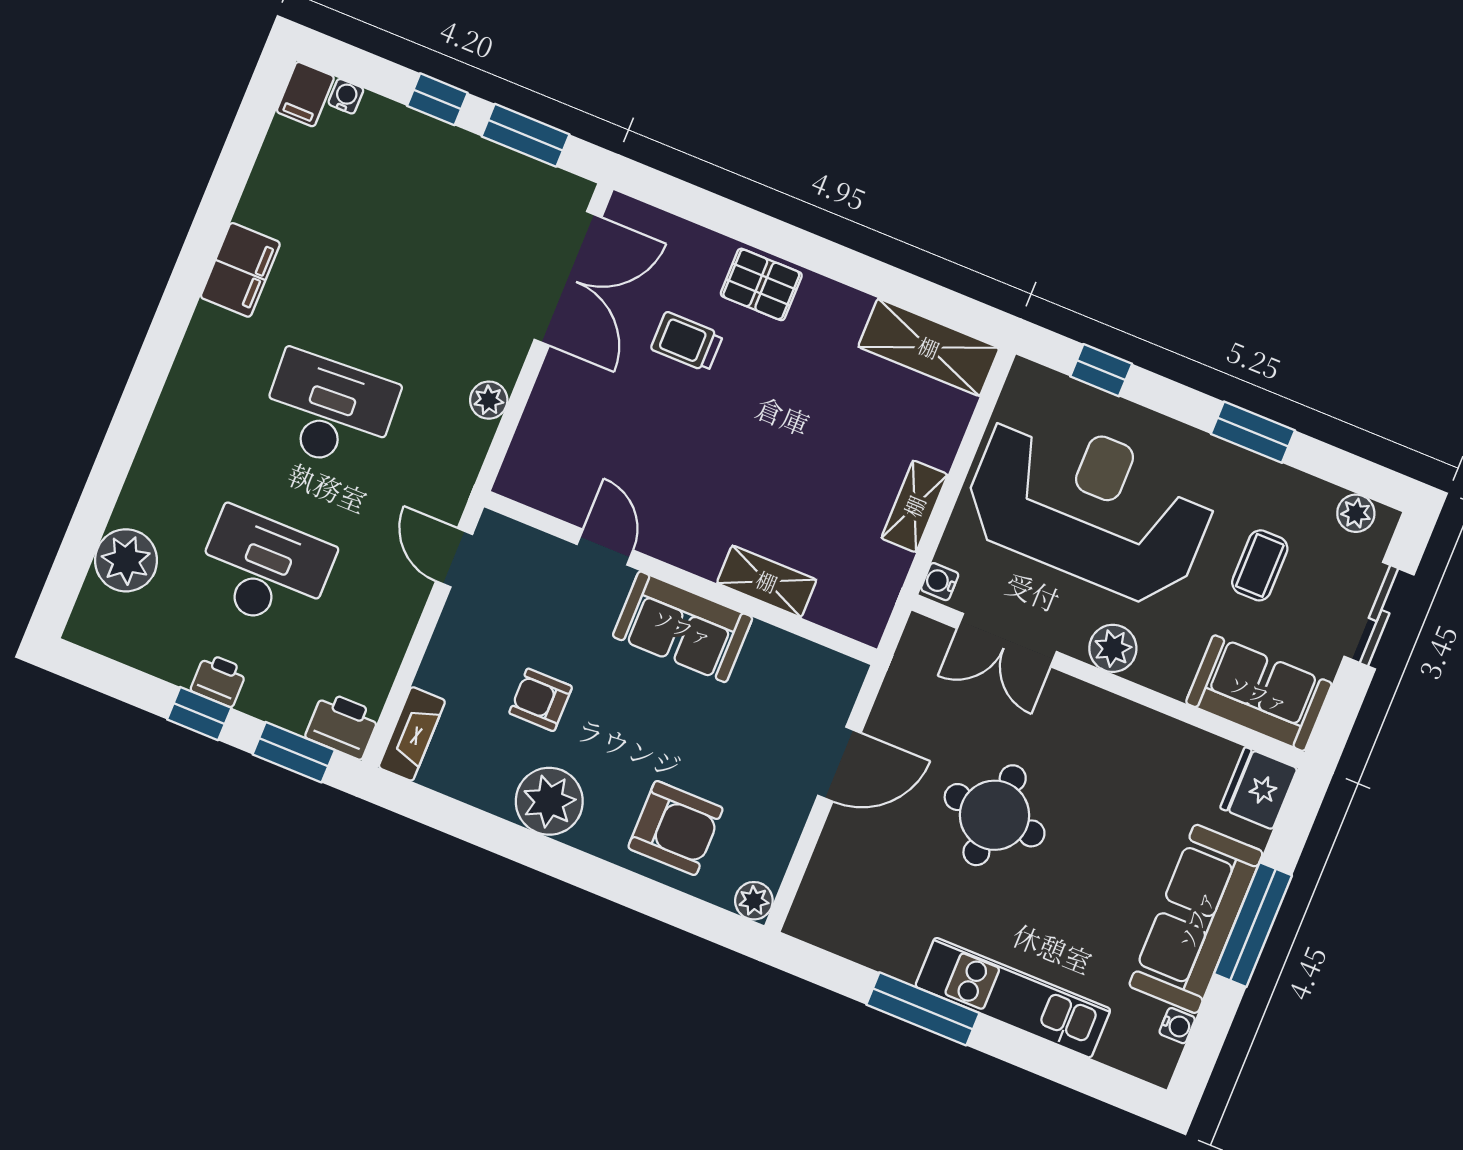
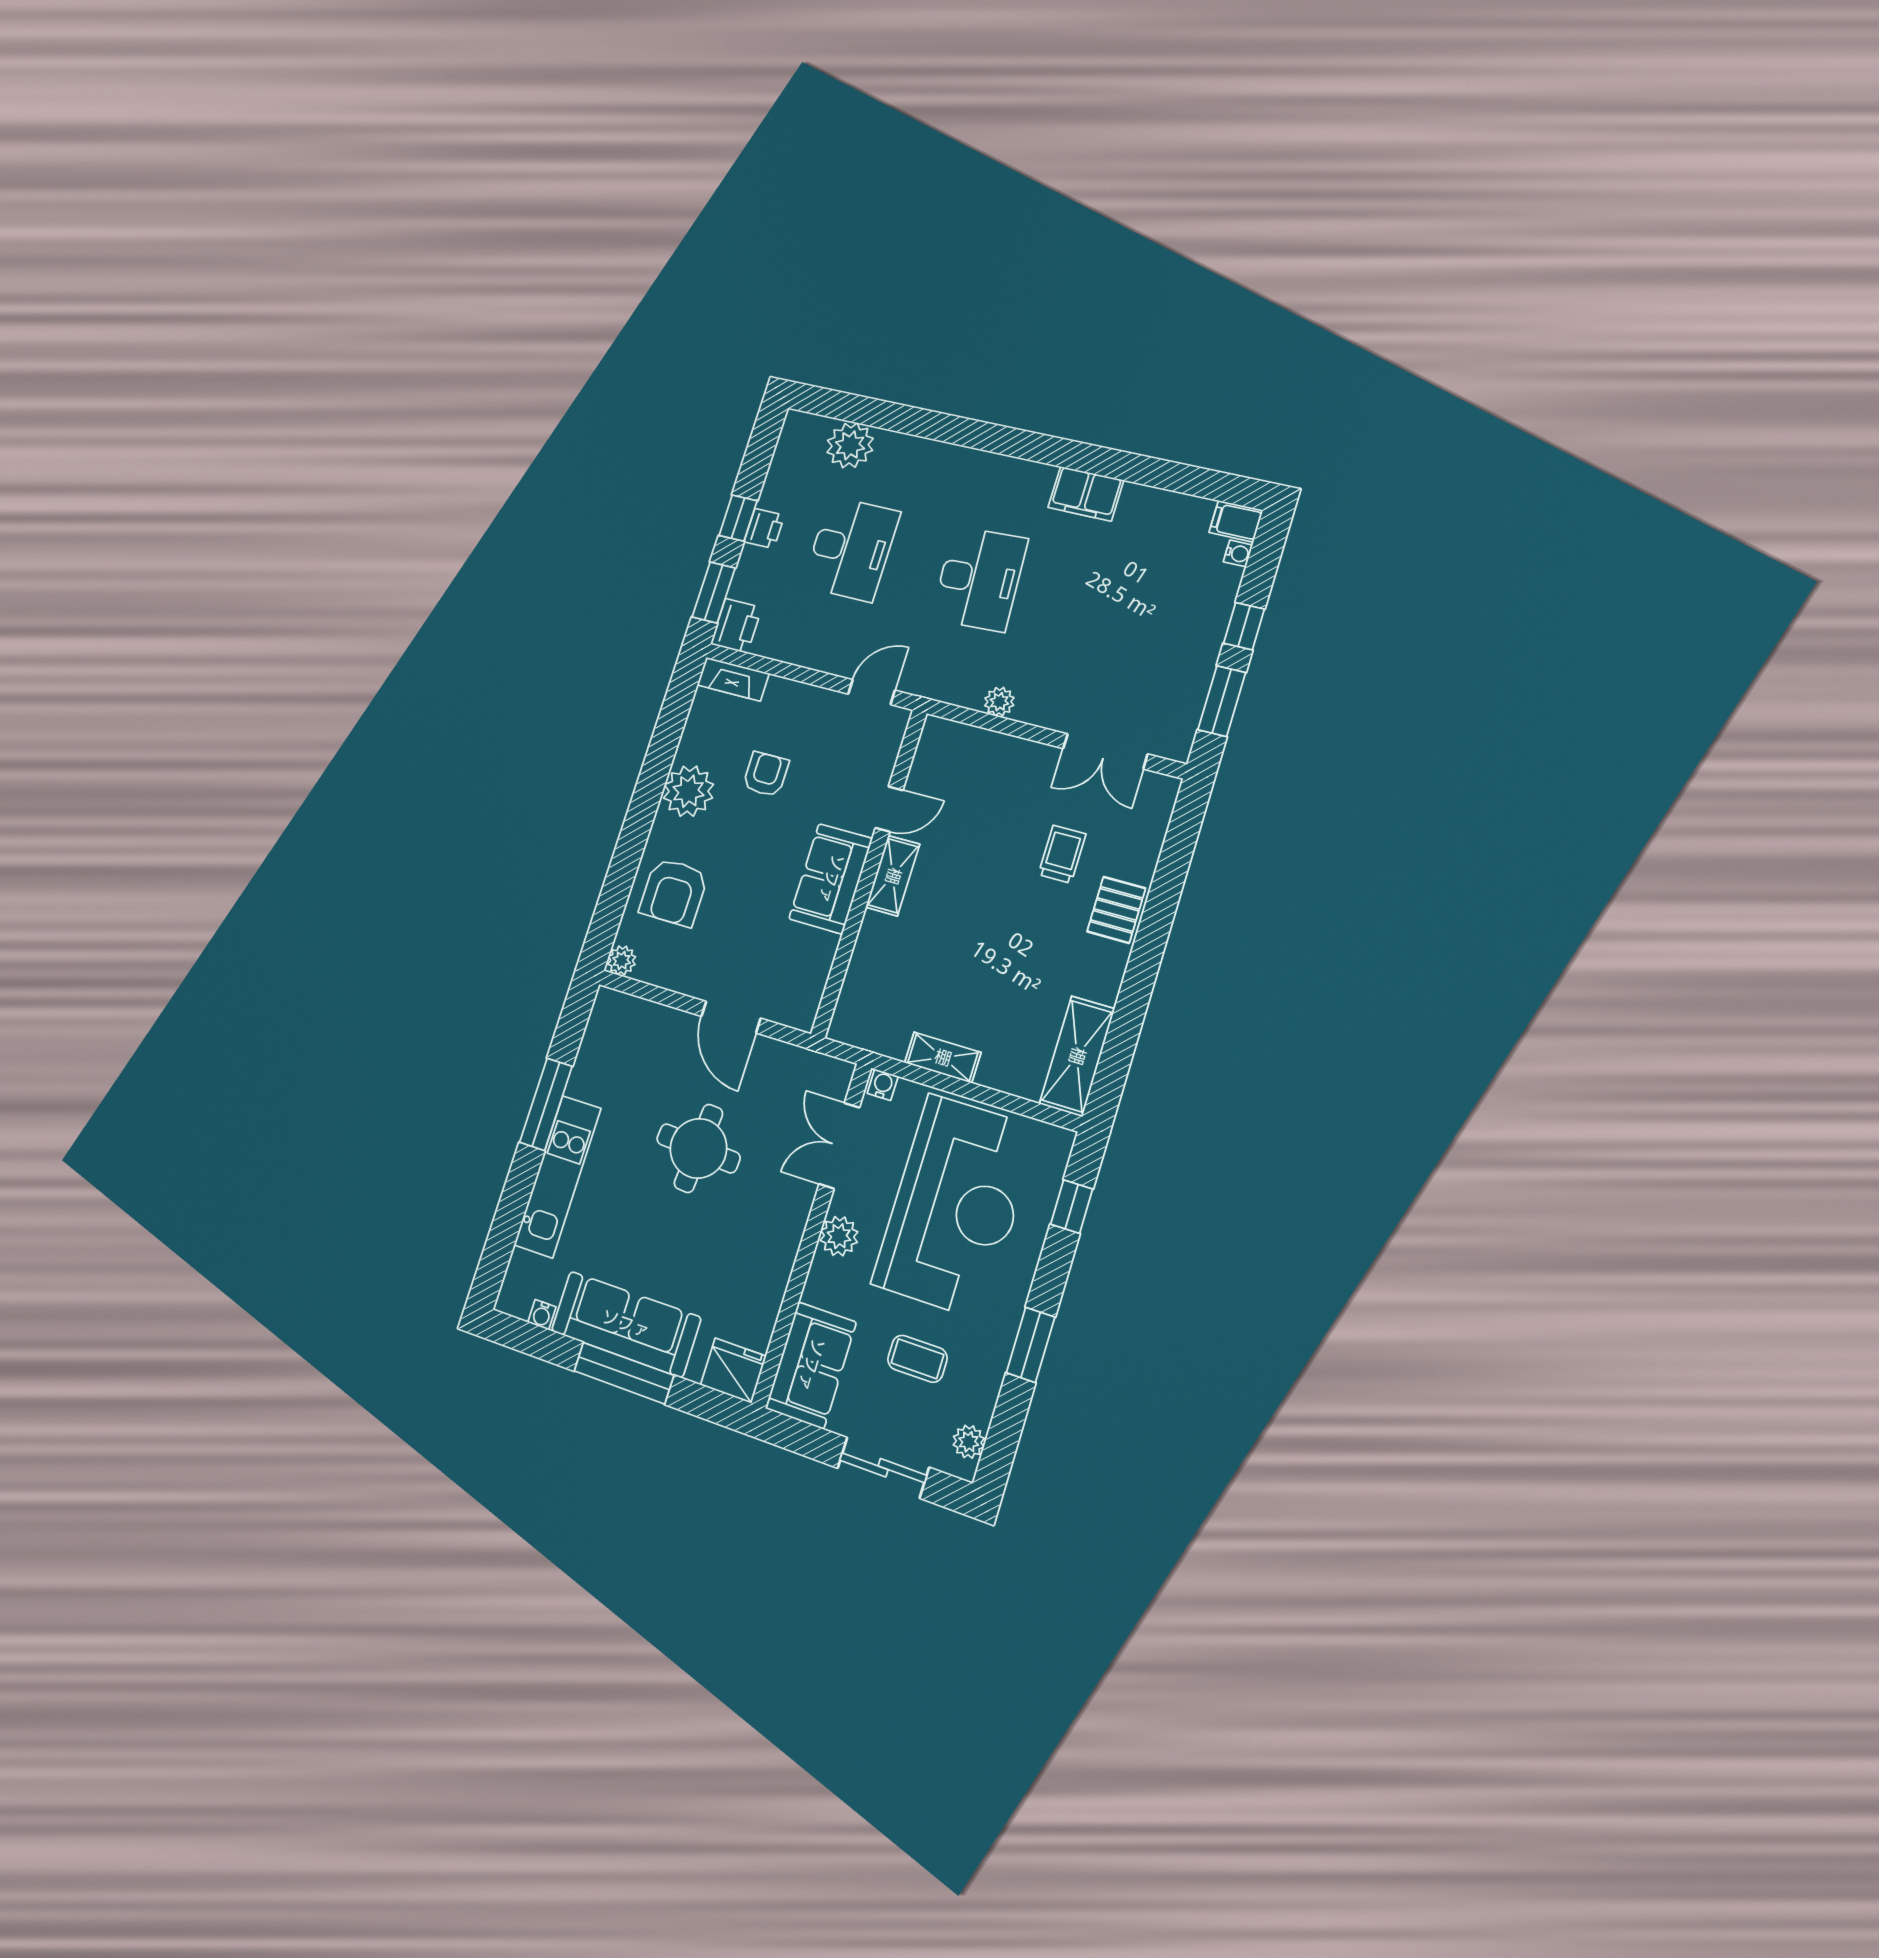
double door: (568, 278) -> (1105, 751), width x0.73
shelving: (767, 581) -> (893, 876), moved

